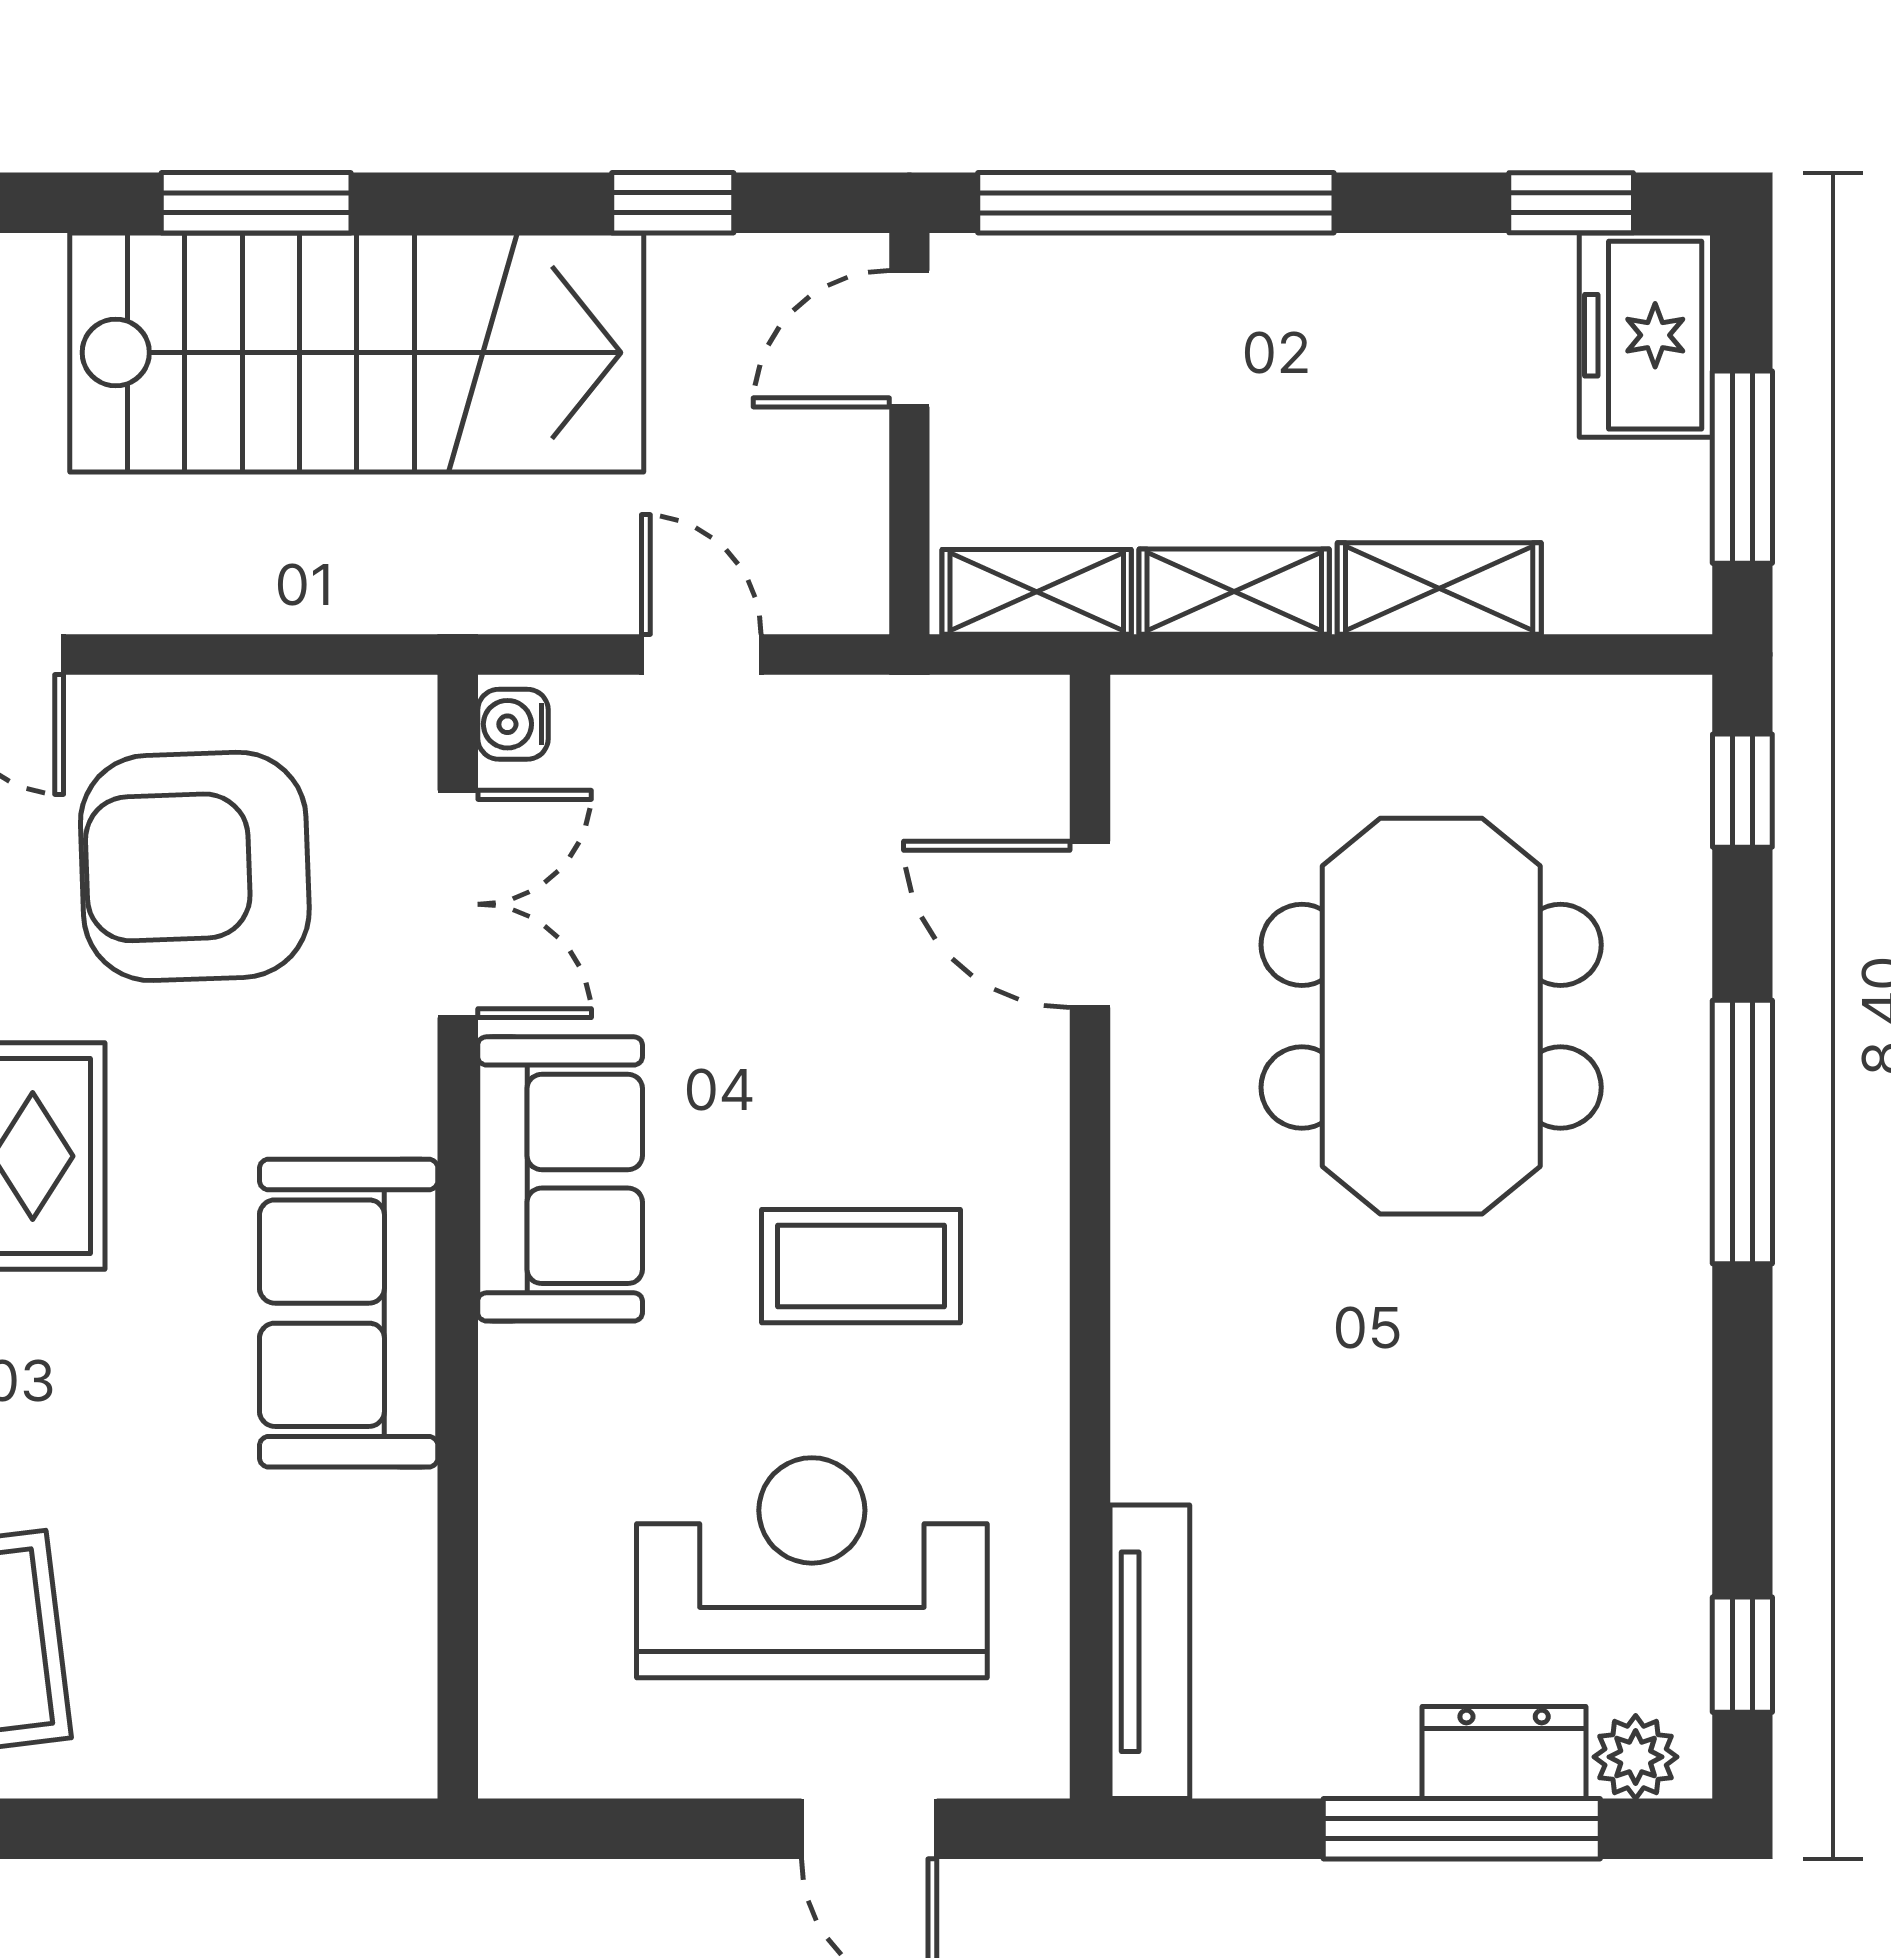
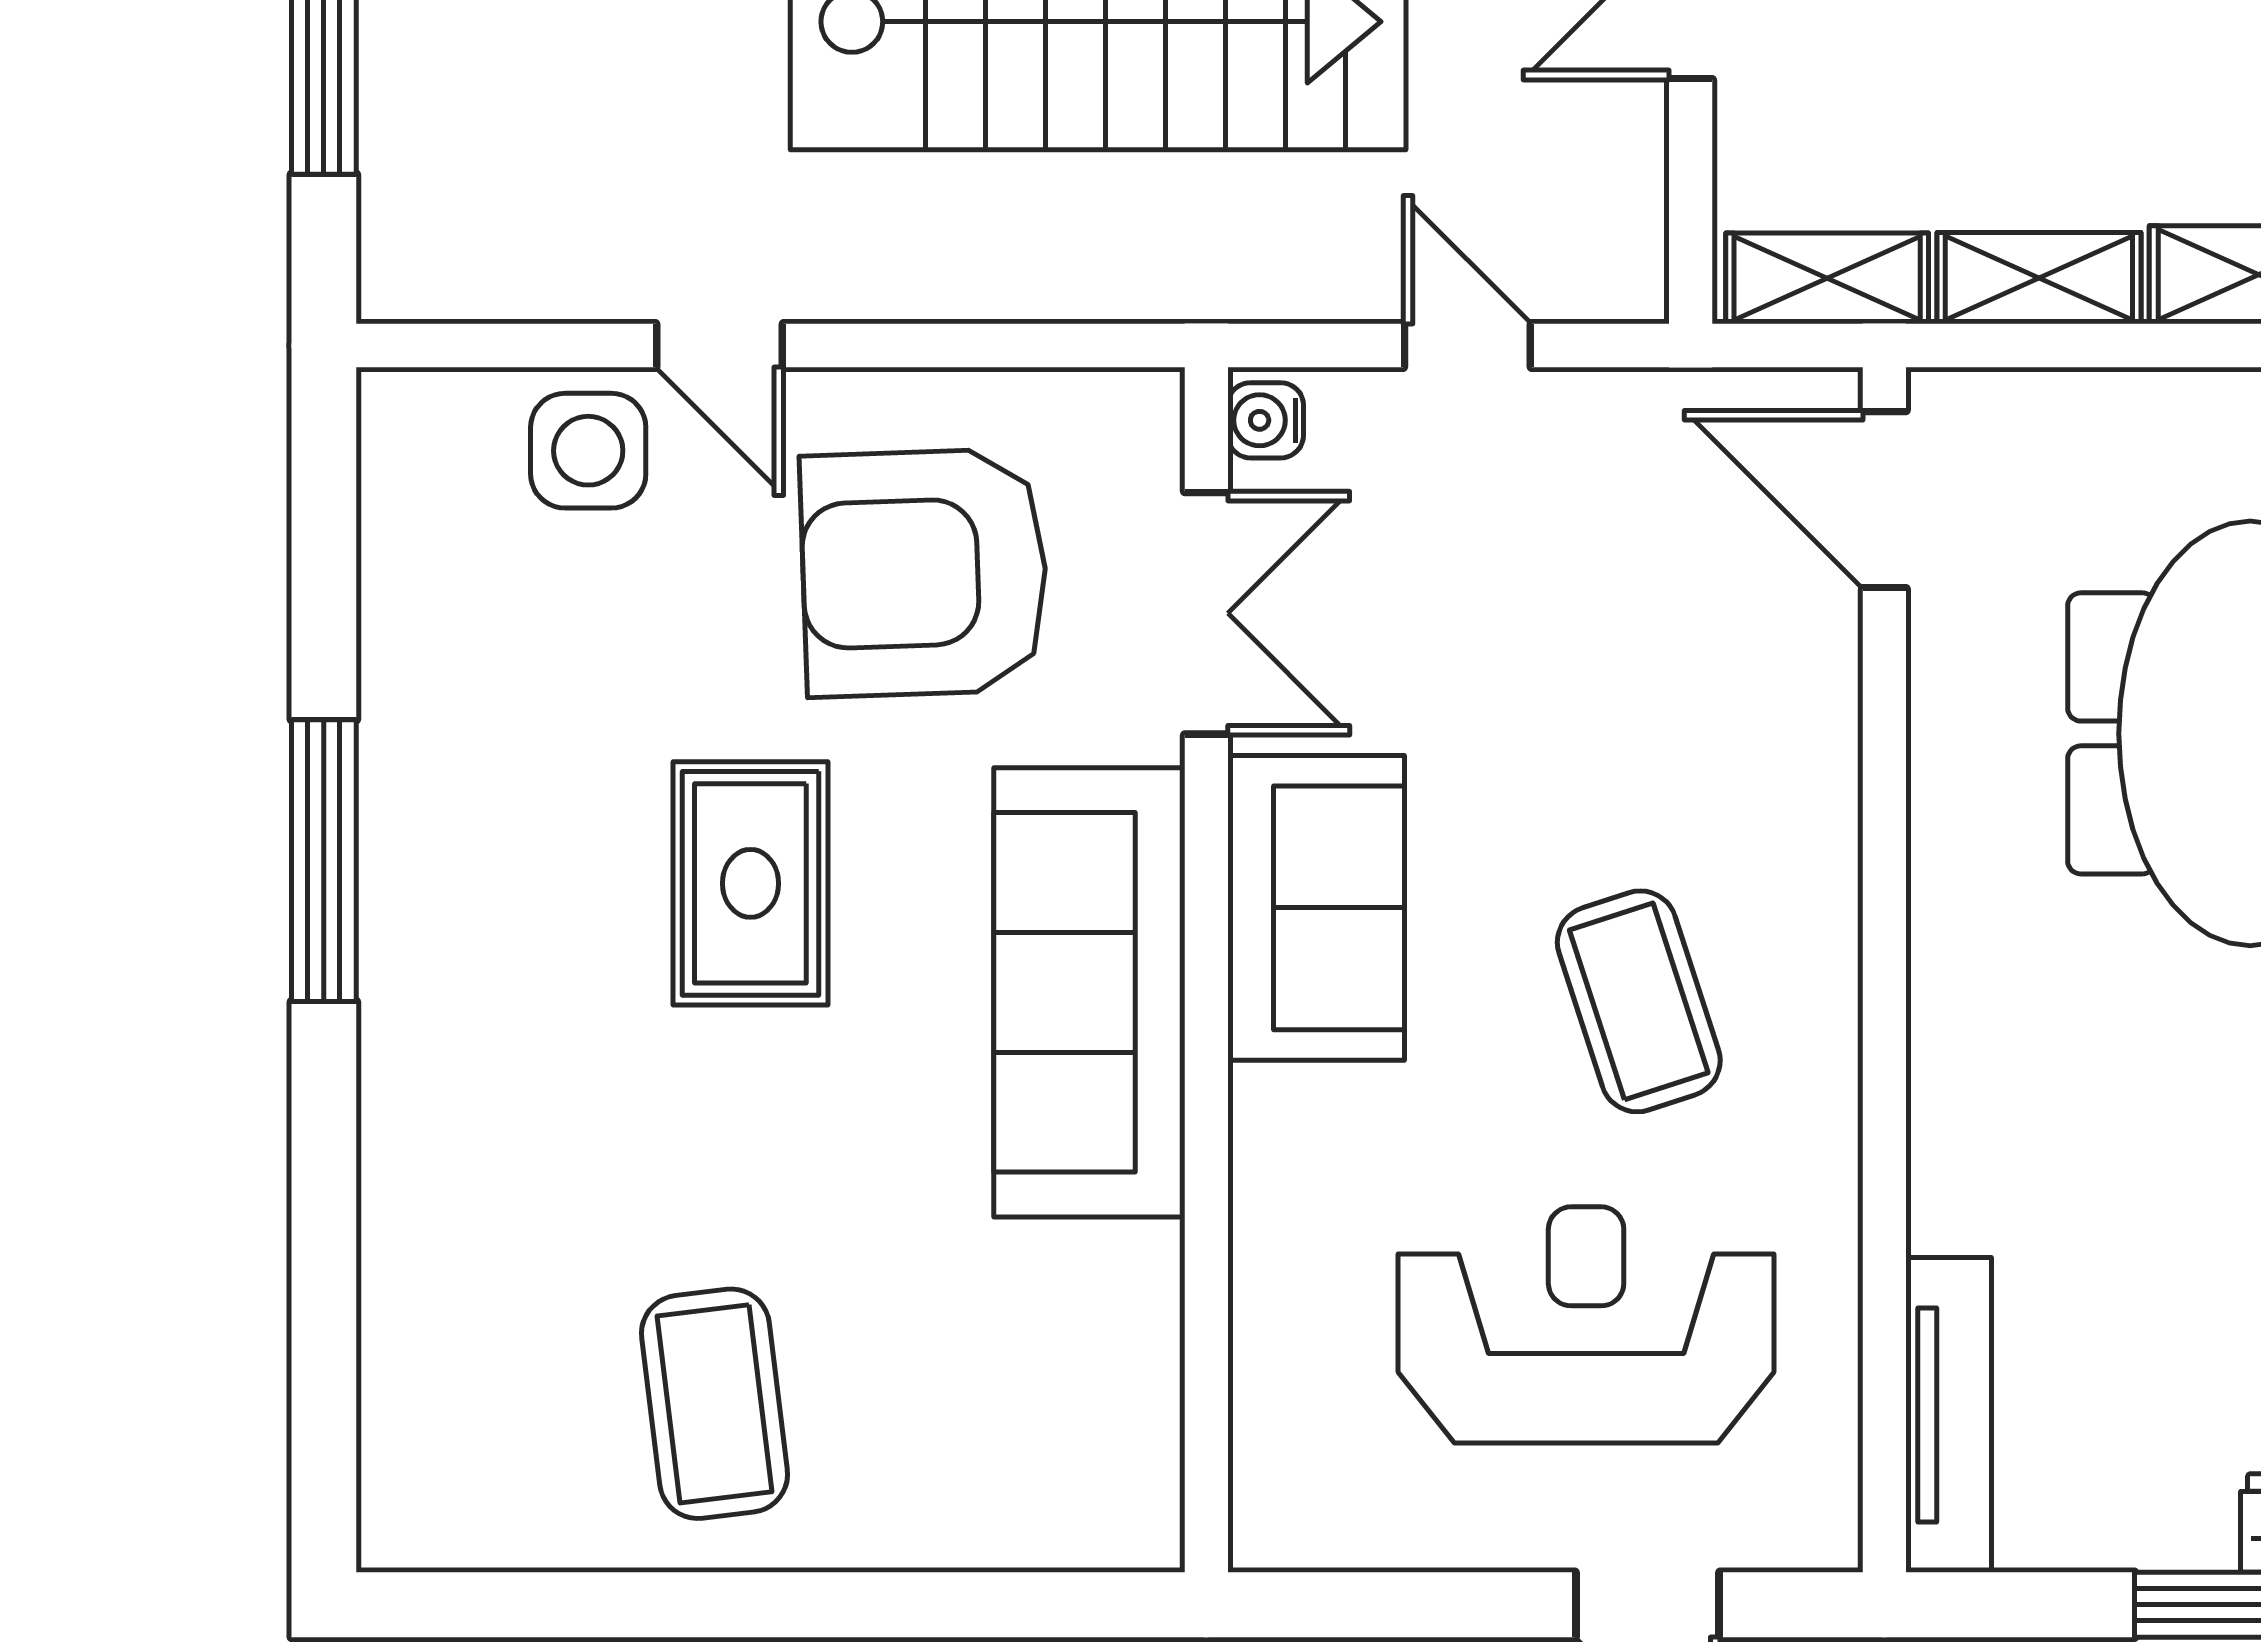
door: (1090, 924) -> (1884, 500), moved
coffee table: (861, 1266) -> (1639, 1001), turned 72
sofa: (349, 1313) -> (1089, 992), width x1.36

